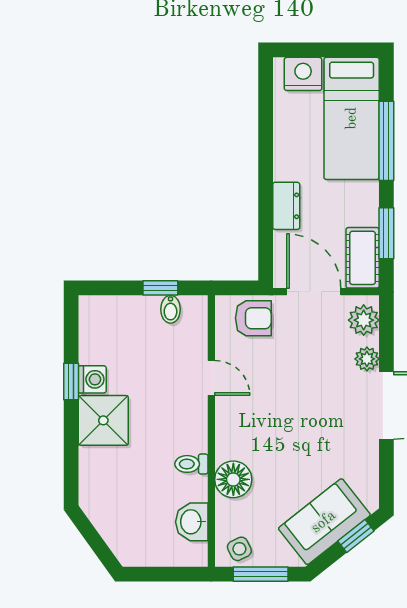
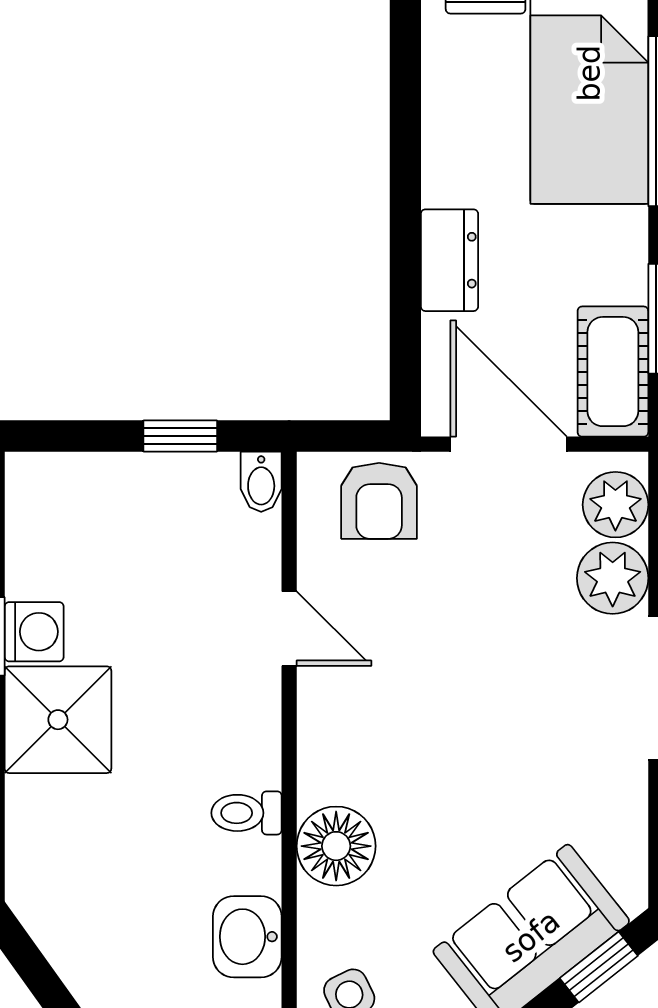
bidet: (171, 309) -> (261, 482), moved
armchair: (253, 318) -> (379, 501), turned 90
plant: (367, 359) -> (613, 578), width x1.38, depth x1.38

